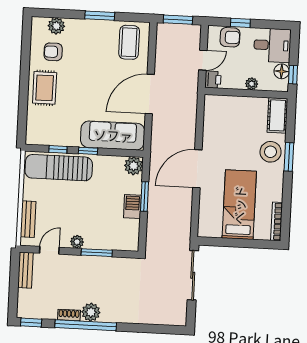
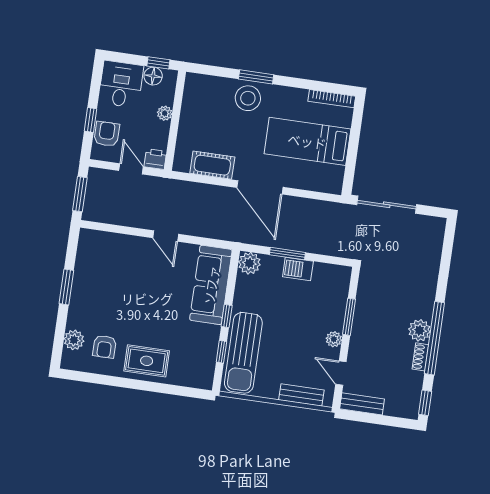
coffee table: (129, 42) -> (102, 255), removed
door: (150, 94) -> (166, 236), width x0.53
cot: (277, 115) -> (212, 165), moved

